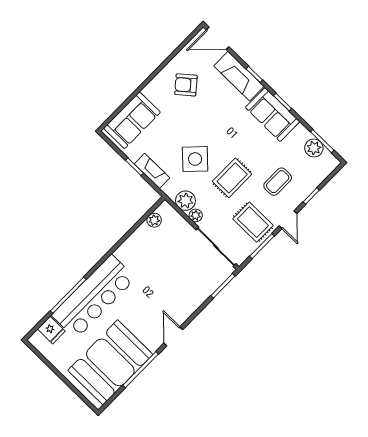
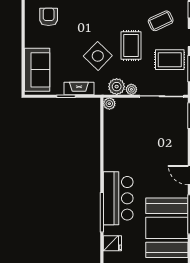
armchair: (186, 85) -> (49, 17), turned 130
coffee table: (278, 182) -> (161, 21), turned 65
plant: (154, 220) -> (109, 104), moved
bar counter: (94, 297) -> (118, 198), width x0.73

